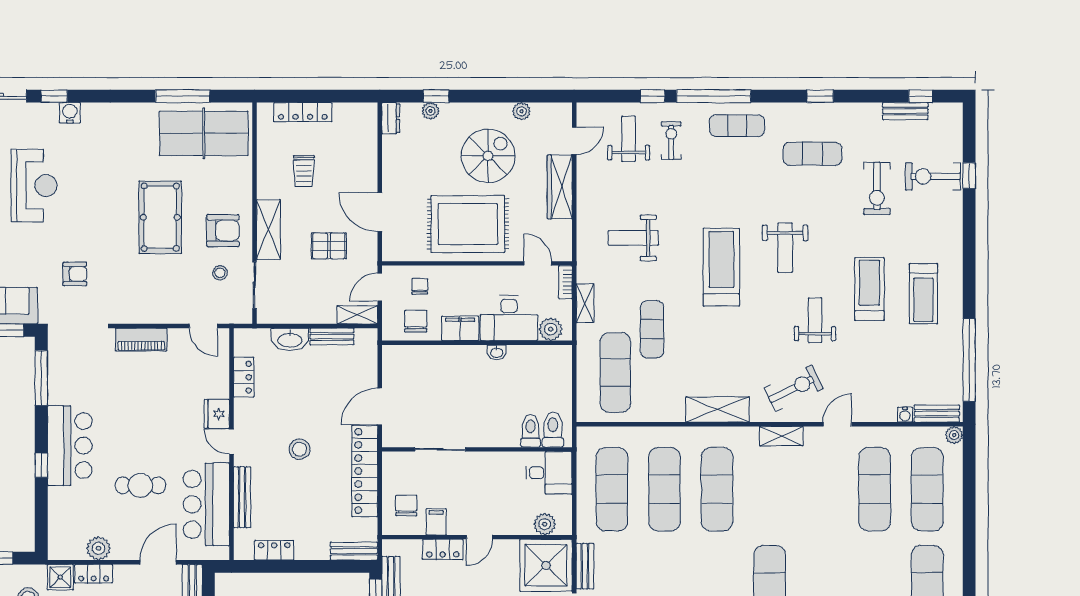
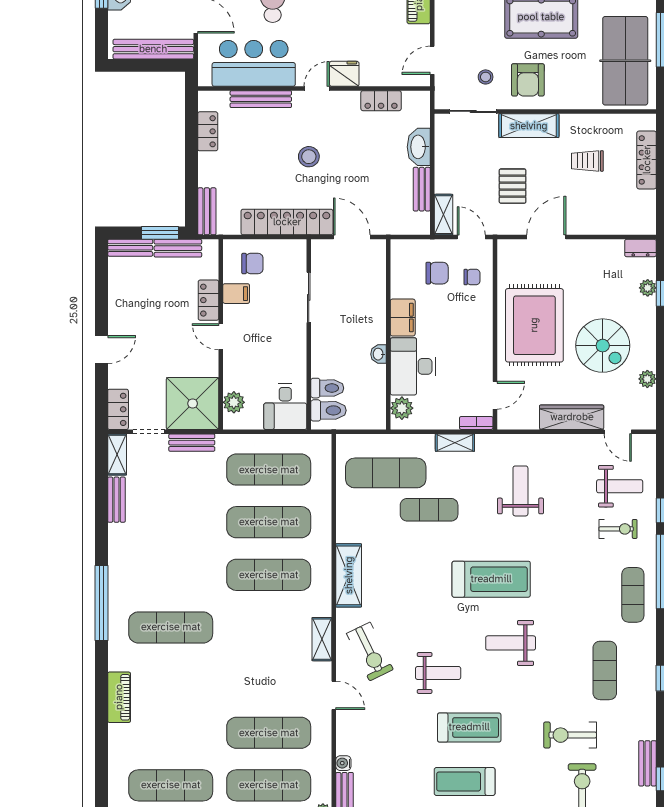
desk: (509, 318) -> (413, 366), moved
filing cabinet: (460, 328) -> (403, 318), moved
plant: (551, 329) -> (402, 408), moved
wall: (477, 343) -> (388, 334), moved
washbasin: (497, 352) -> (379, 354), moved

